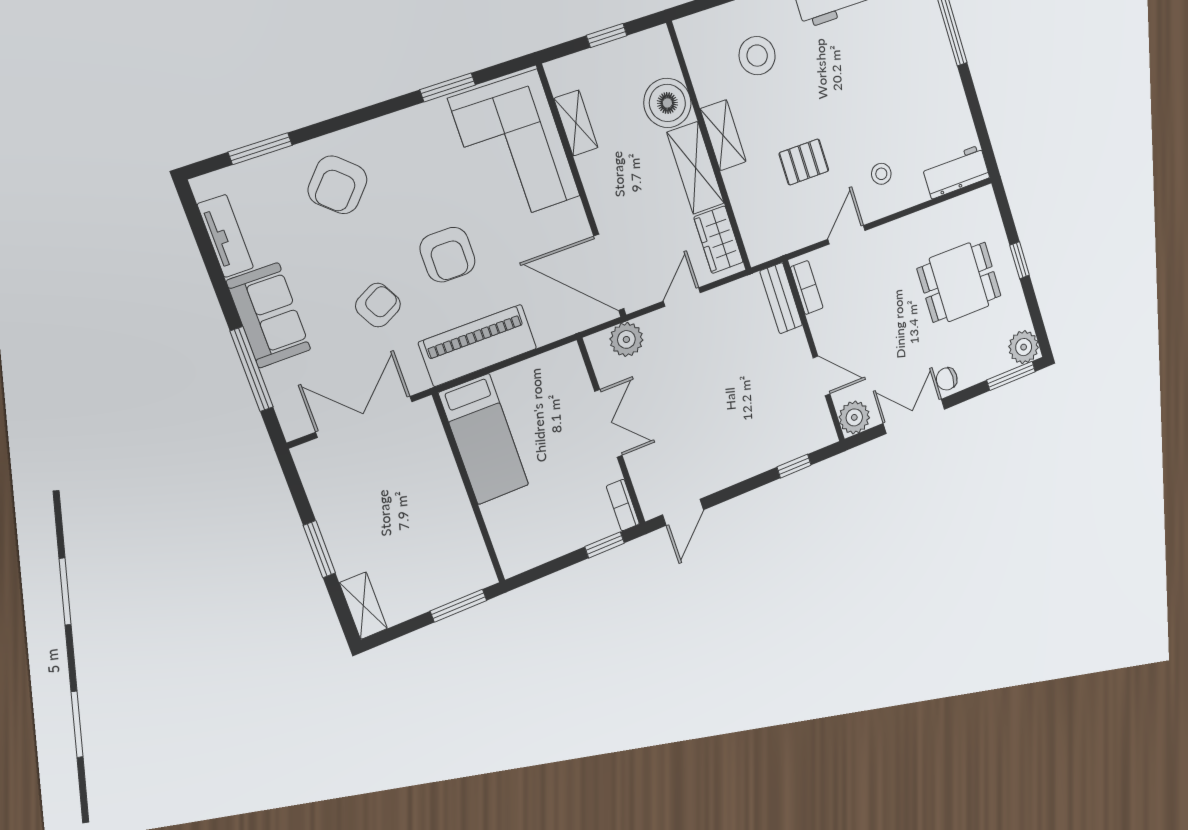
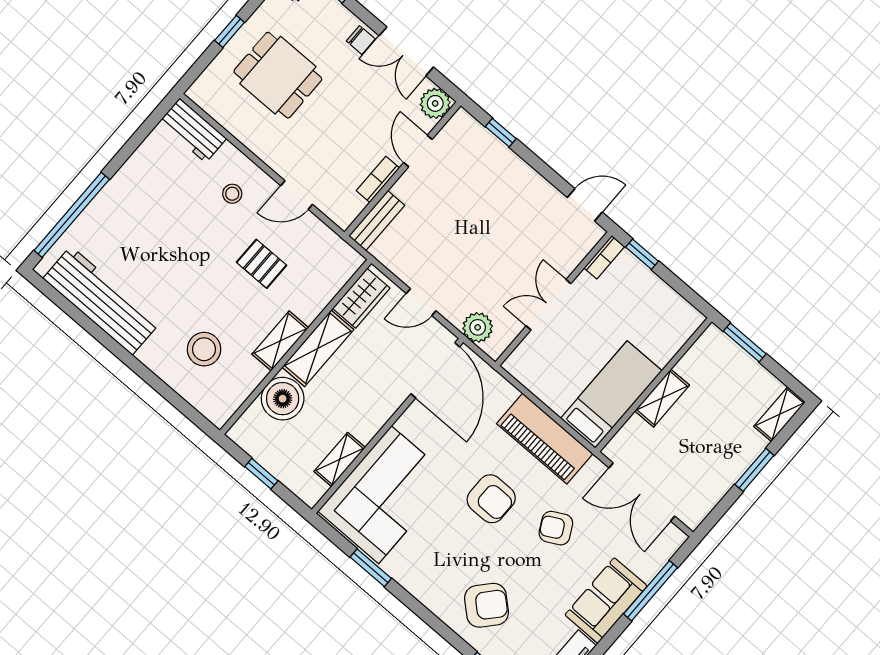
armchair: (448, 255) -> (491, 499), turned 90
bookcase: (807, 288) -> (378, 179), moved
shelving: (450, 490) -> (662, 398), added

